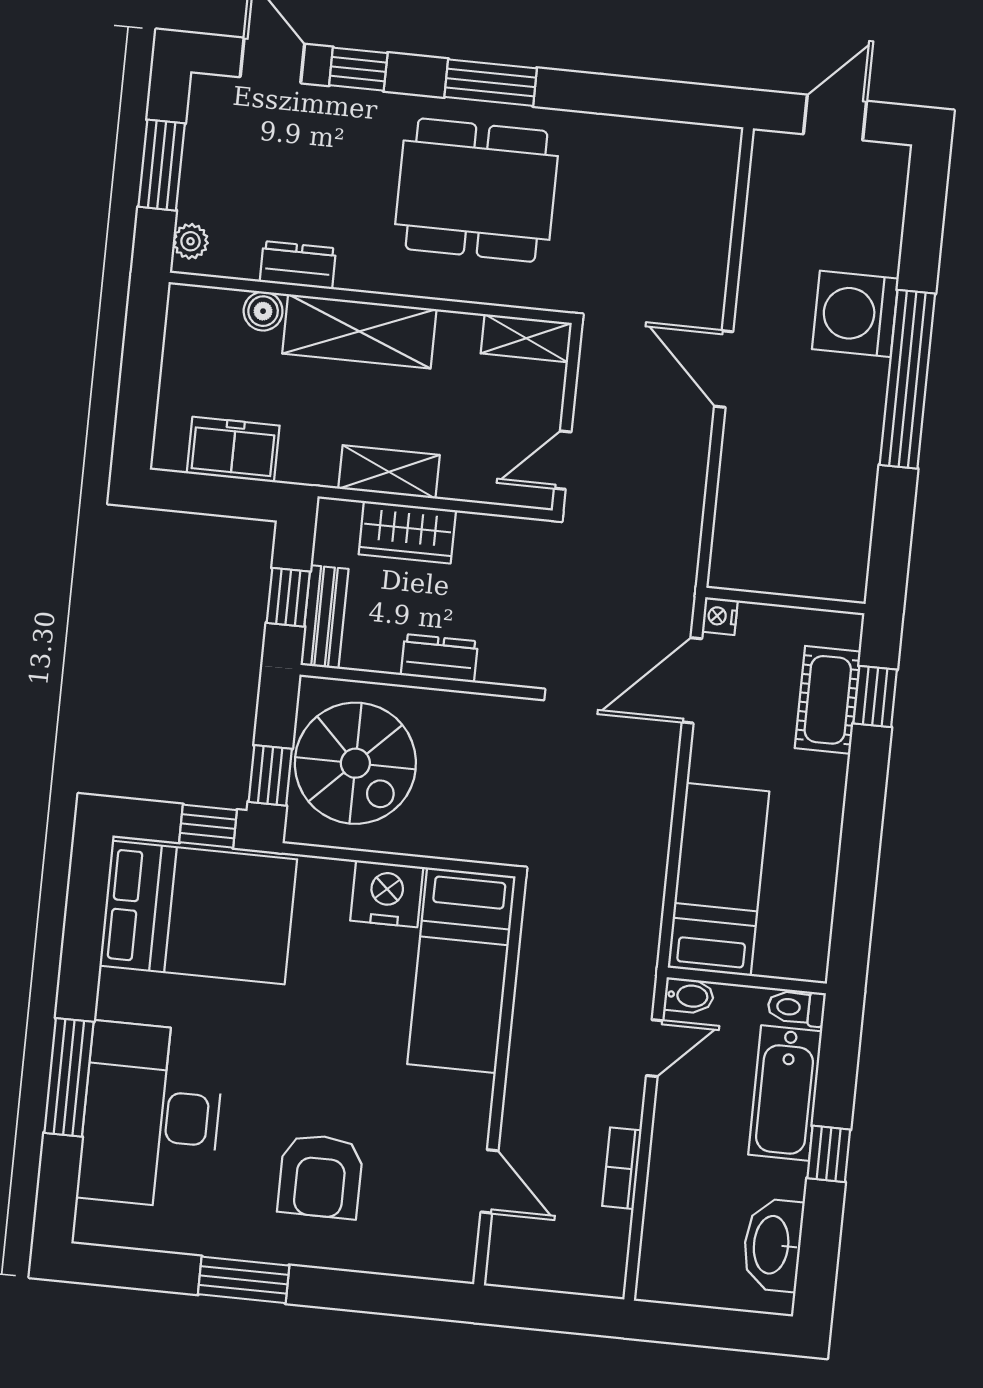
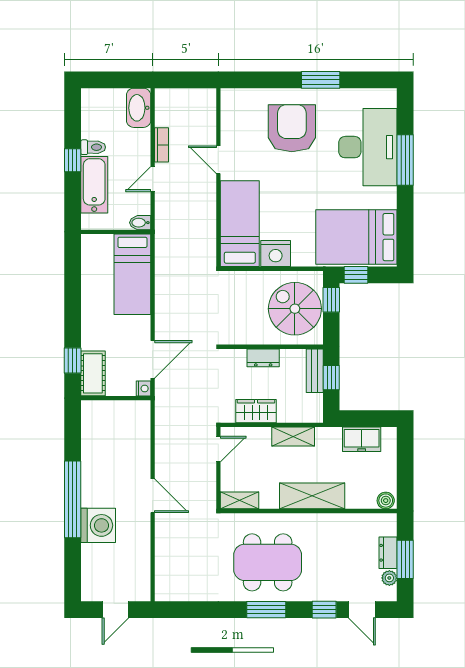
plant: (190, 241) -> (389, 578), moved
dresser: (298, 265) -> (388, 553), moved, turned 90
boiler: (263, 311) -> (386, 501), moved
wardrobe: (407, 532) -> (256, 411), moved
cot: (828, 700) -> (93, 373), moved
toilet: (796, 1008) -> (93, 147), moved
door: (655, 1048) -> (153, 179), moved
armchair: (320, 1176) -> (292, 128), width x1.36, depth x1.36
door: (490, 1181) -> (218, 160), moved
washbasin: (773, 1245) -> (139, 108), moved, turned 180

